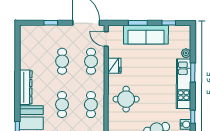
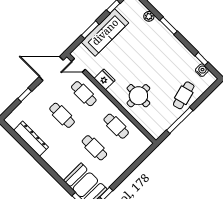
kitchen unit: (184, 84) -> (170, 41), removed
dresser: (26, 87) -> (31, 139), moved

